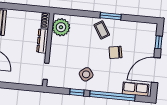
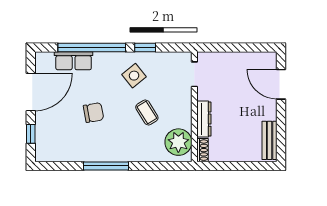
window: (111, 16) -> (106, 166), width x1.44
coffee table: (102, 30) -> (147, 113), moved
row of seats: (136, 89) -> (74, 61), moved

